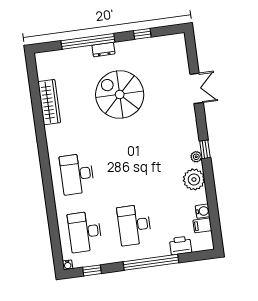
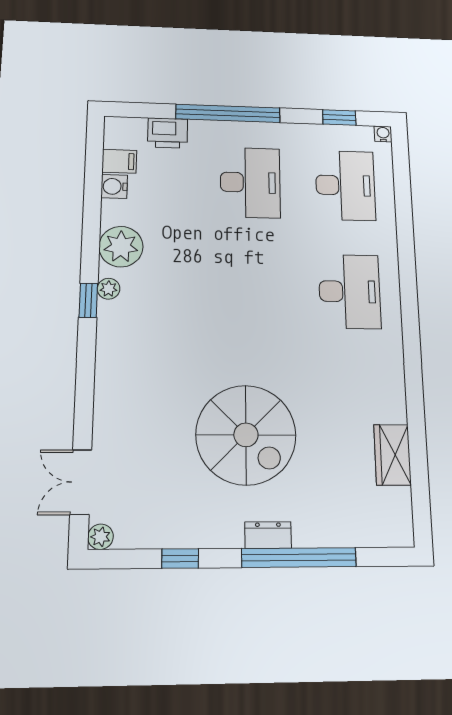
plant: (180, 39) -> (100, 537), added
double door: (197, 88) -> (81, 482), moved
wardrobe: (49, 102) -> (392, 455), width x0.67

